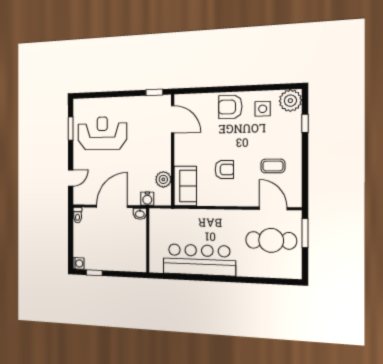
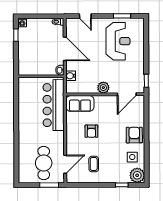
plant: (163, 179) -> (103, 88), moved
bar counter: (199, 260) -> (54, 105), moved, turned 180

